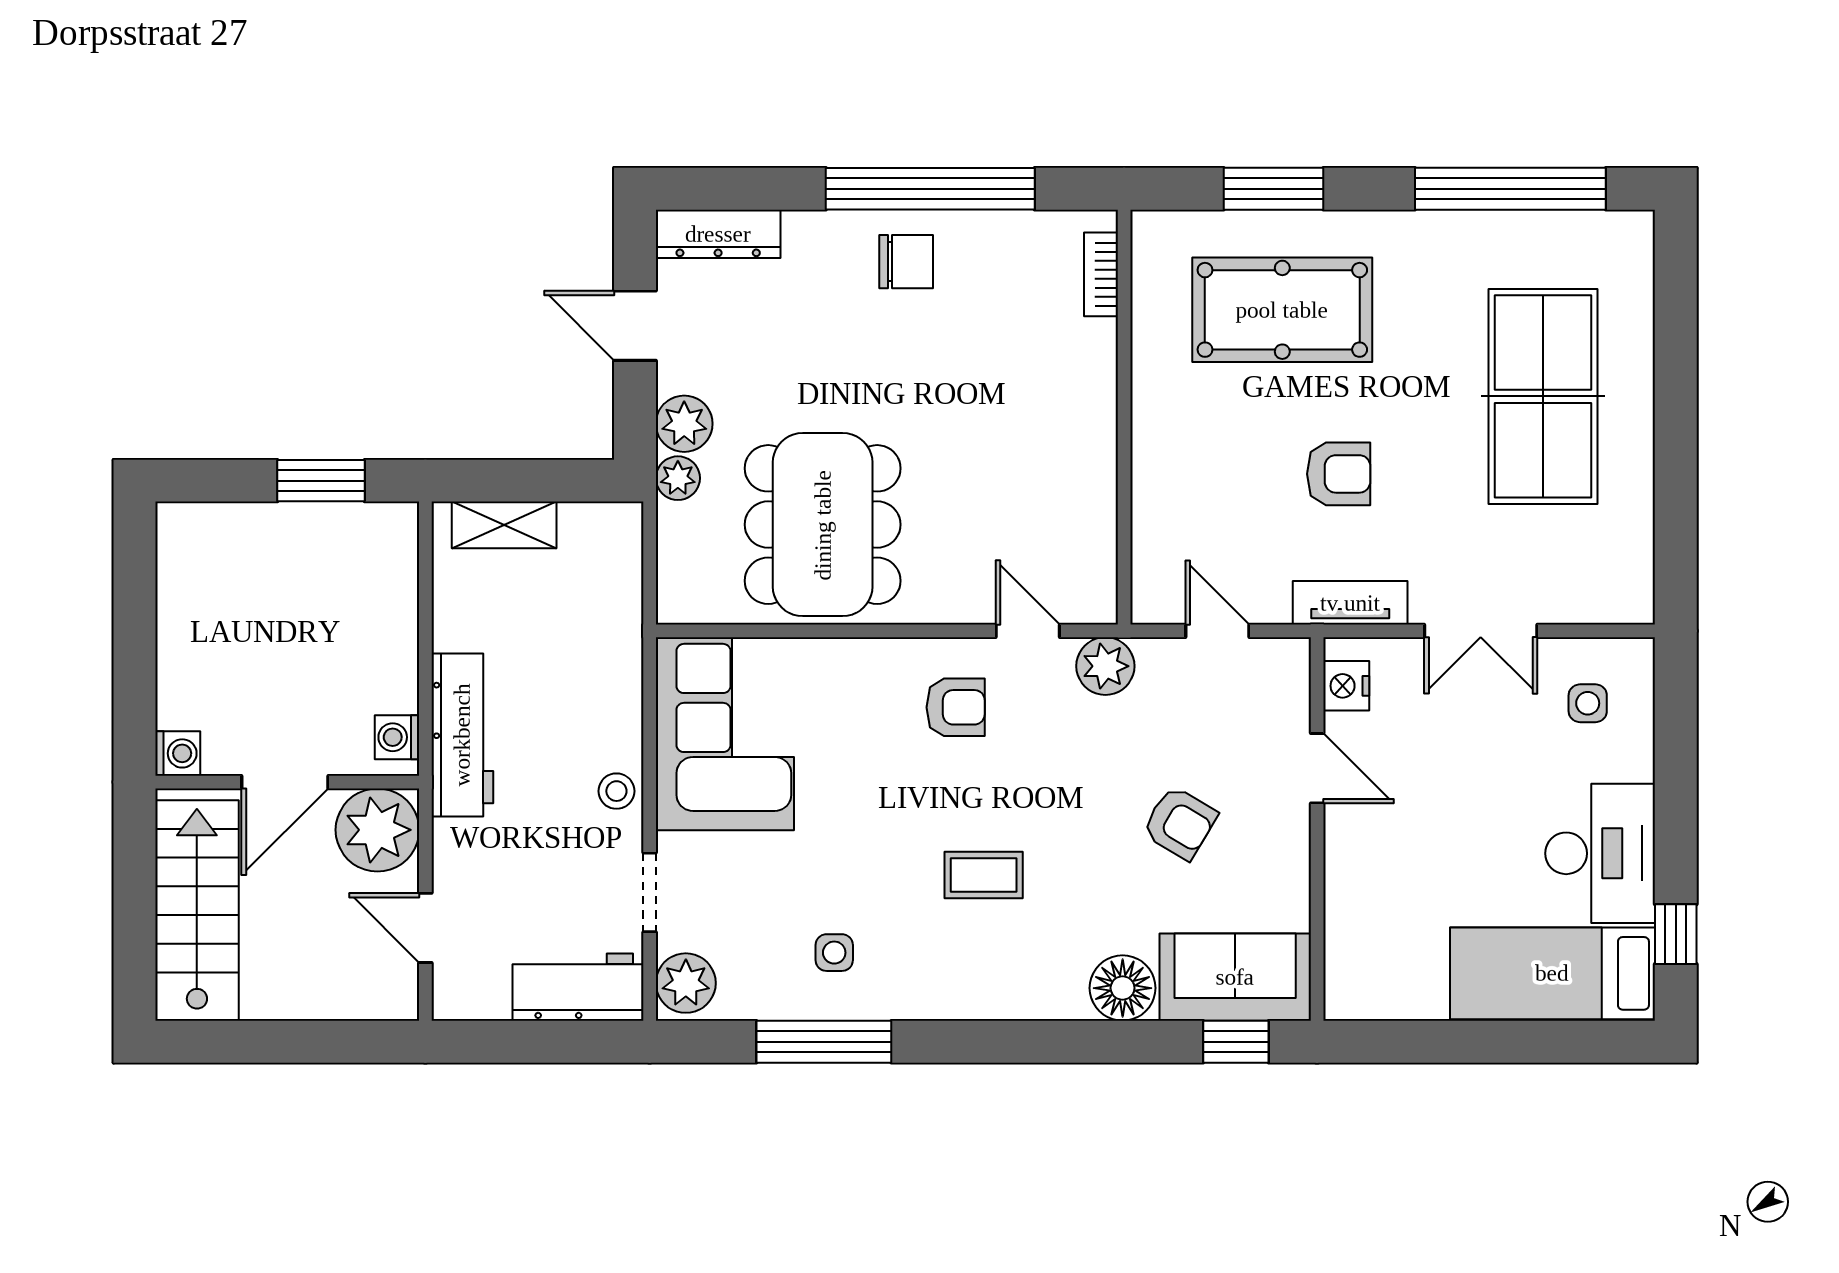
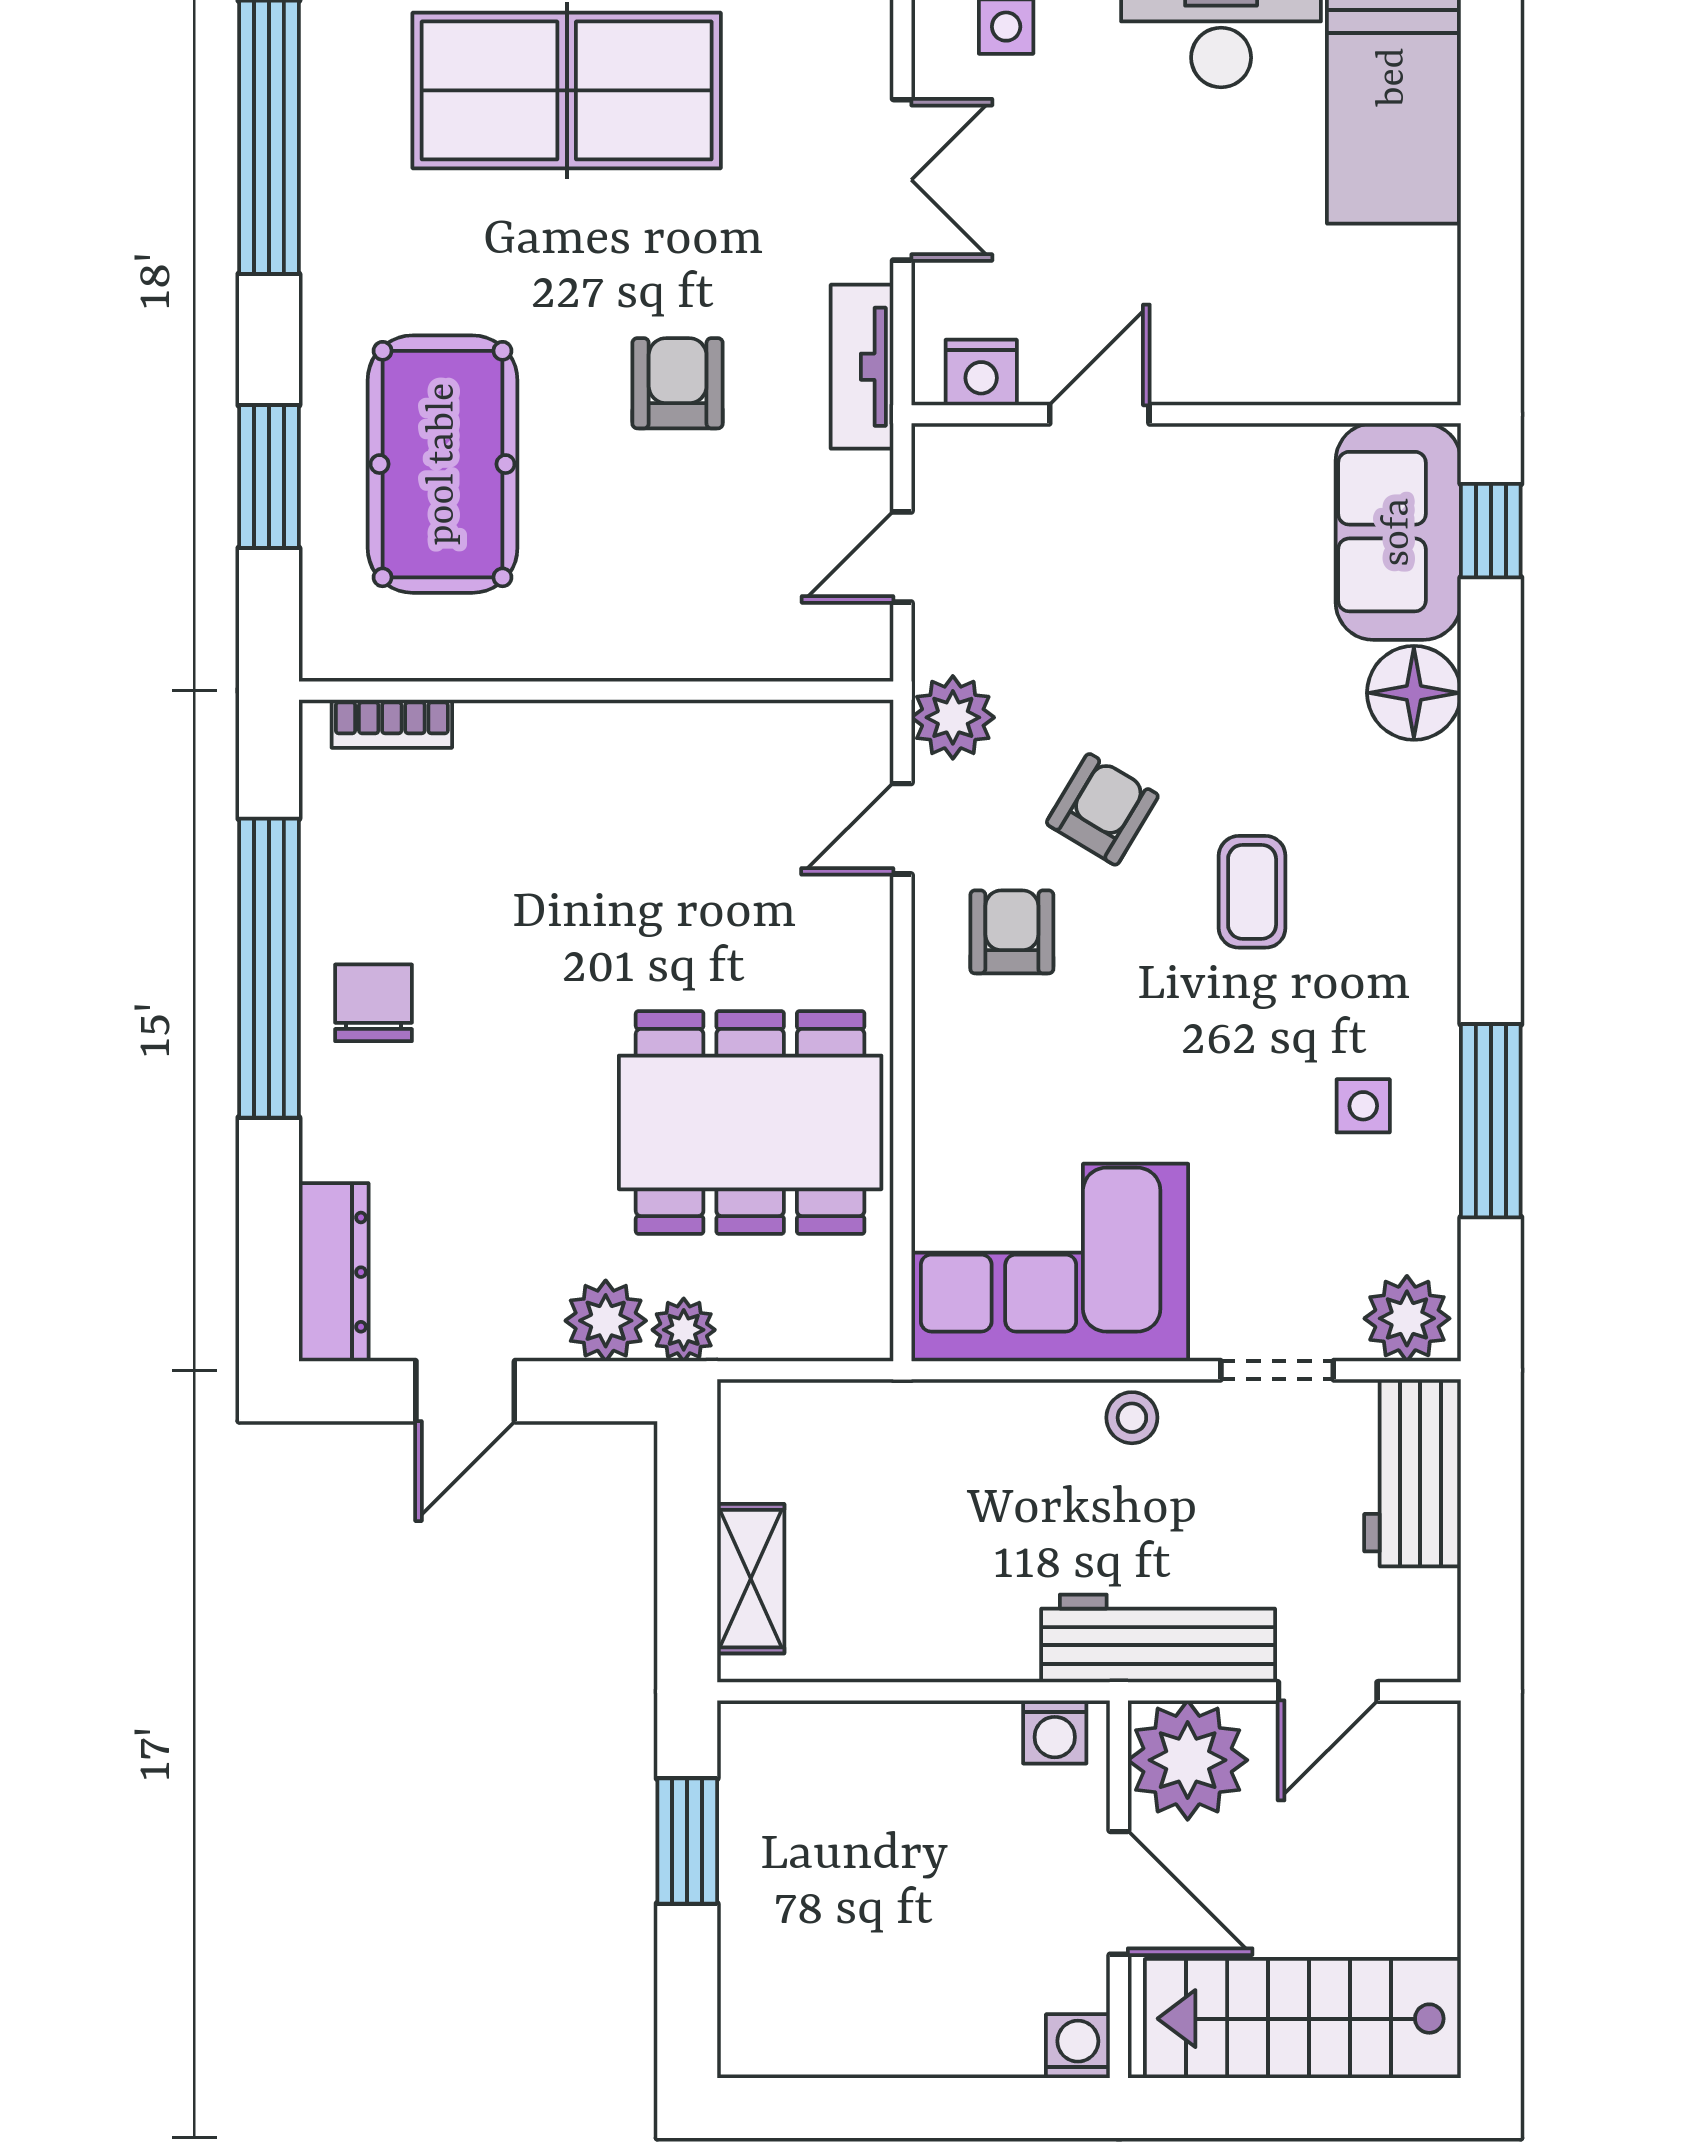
workbench: (462, 735) -> (1158, 1638), moved
armchair: (1180, 823) -> (1102, 809), moved

